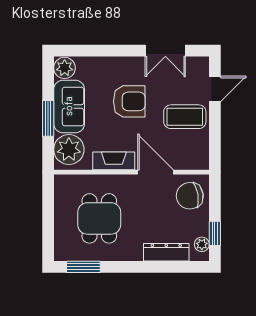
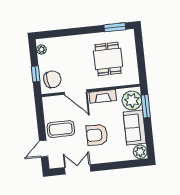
window: (48, 118) -> (146, 106), moved
window: (215, 233) -> (36, 74), moved
dresser: (166, 252) -> (63, 42), removed

